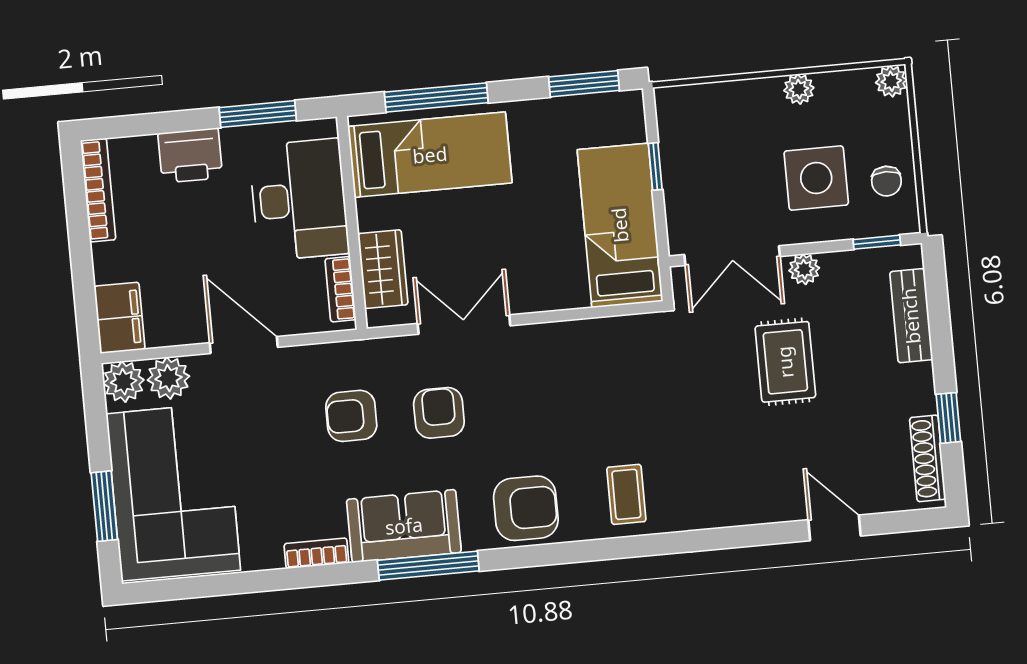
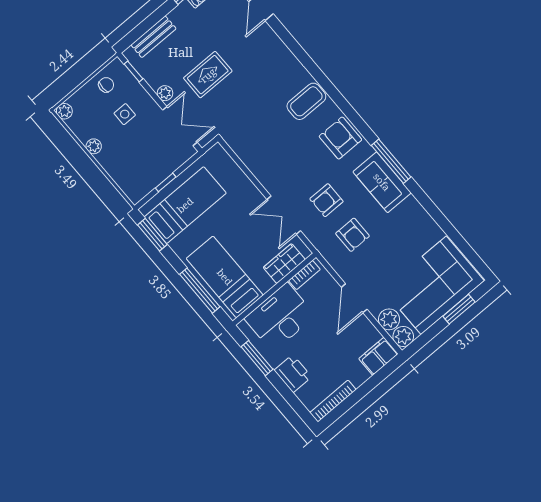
side table: (816, 178) -> (125, 114), width x0.54, depth x0.54
bed: (620, 225) -> (185, 205), moved, turned 180
coffee table: (626, 494) -> (306, 101), width x1.36, depth x1.30
bookcase: (316, 553) -> (418, 210), removed

